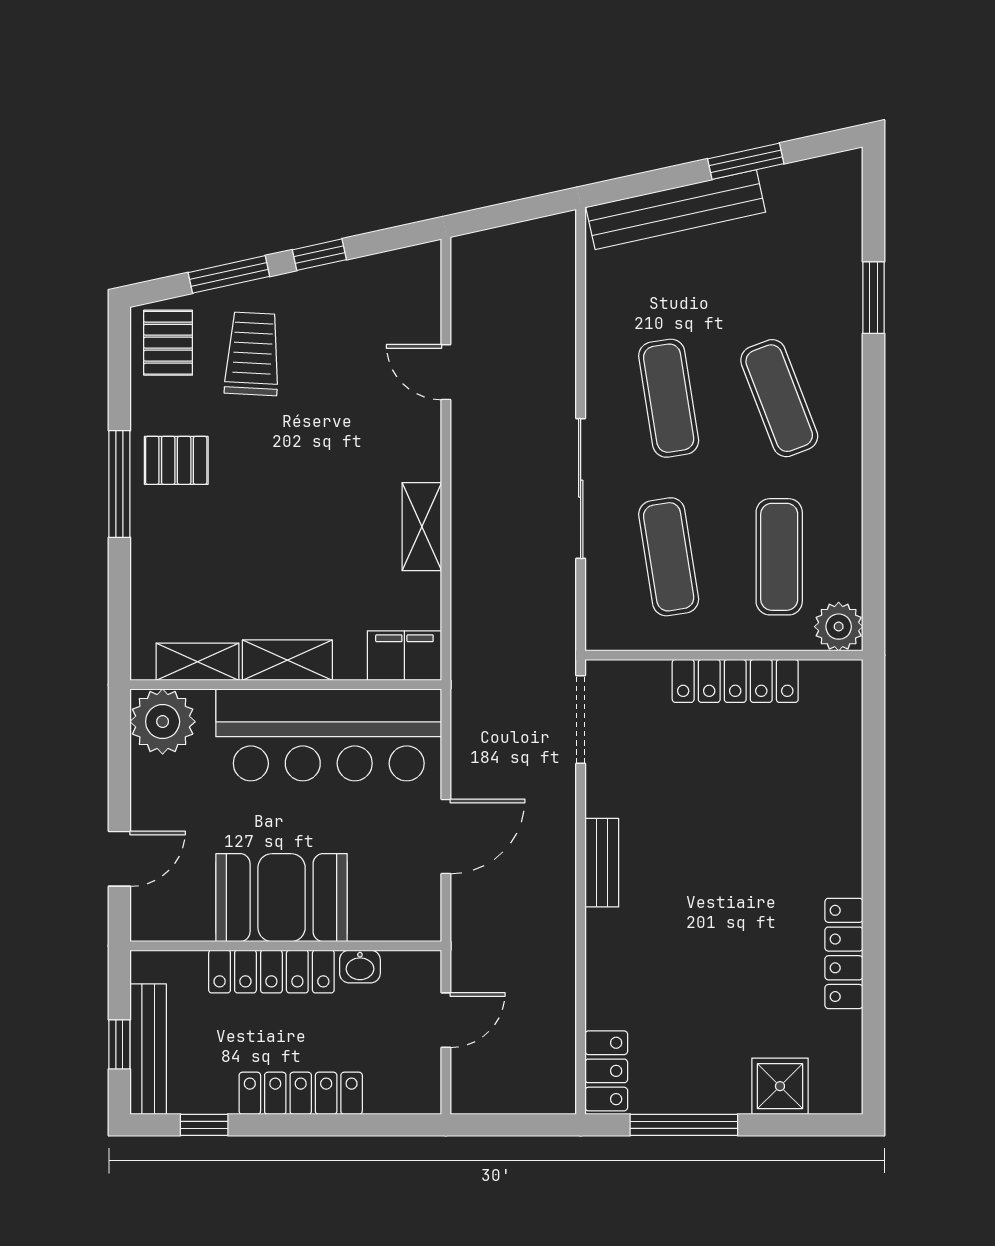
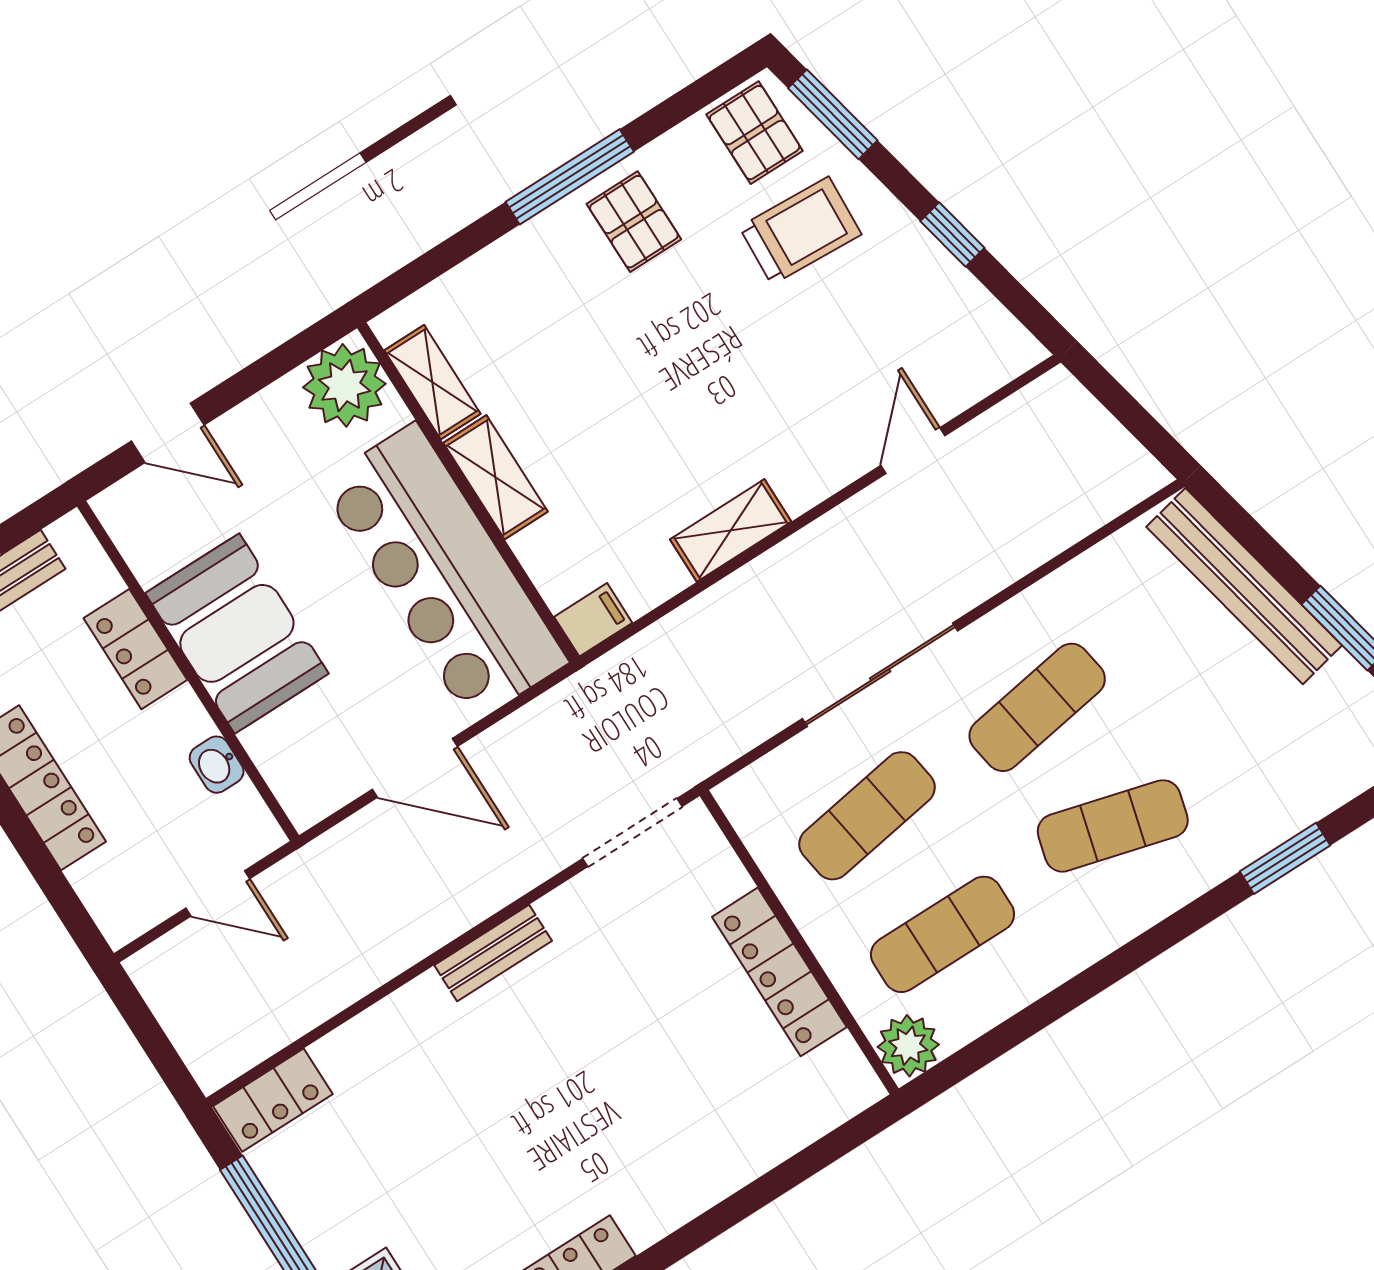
window: (229, 274) -> (833, 114), moved
pallet: (168, 343) -> (755, 133), turned 90
exercise mat: (779, 398) -> (1113, 826), turned 36
filing cabinet: (404, 656) -> (593, 620), width x0.50
locker: (271, 972) -> (135, 649), width x0.66

